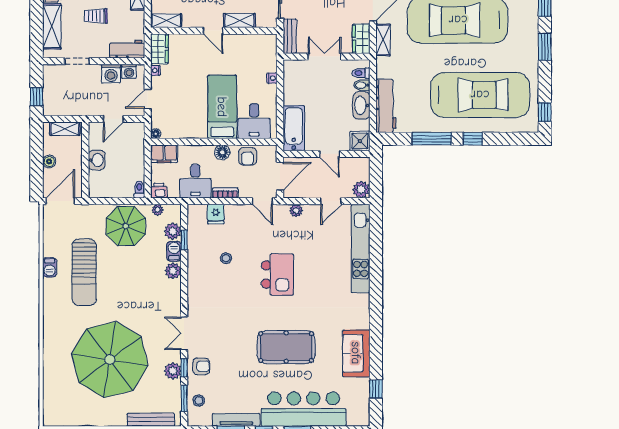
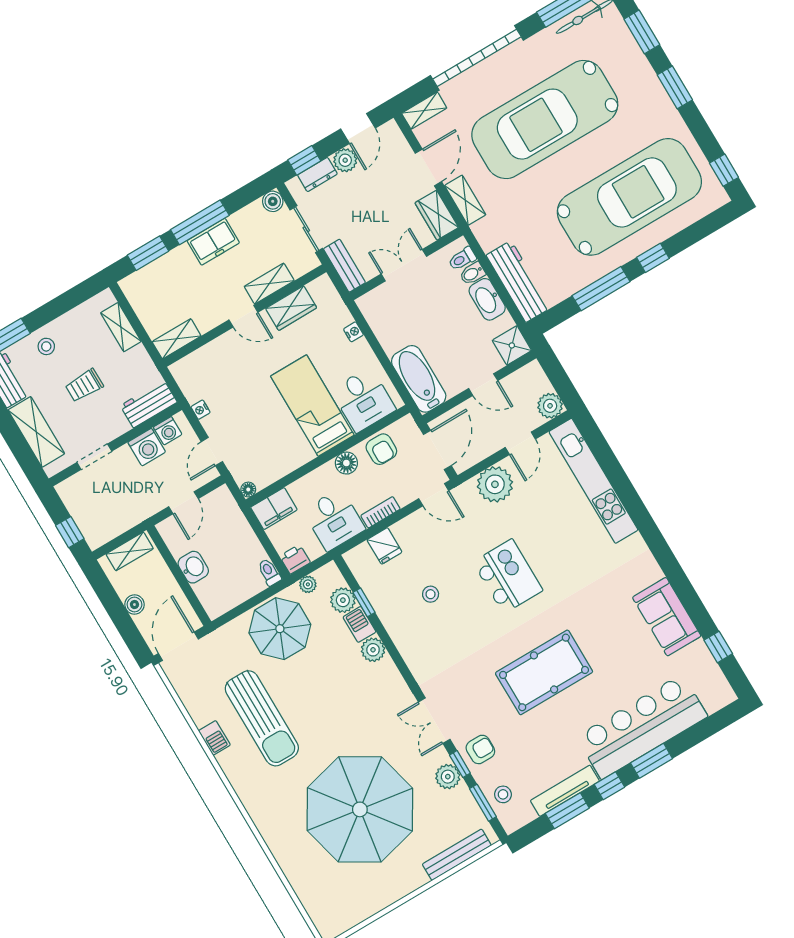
wardrobe: (159, 49) -> (291, 308), moved, turned 90
plant: (296, 211) -> (495, 484), width x1.88, depth x1.88
pool table: (286, 347) -> (544, 672), moved

